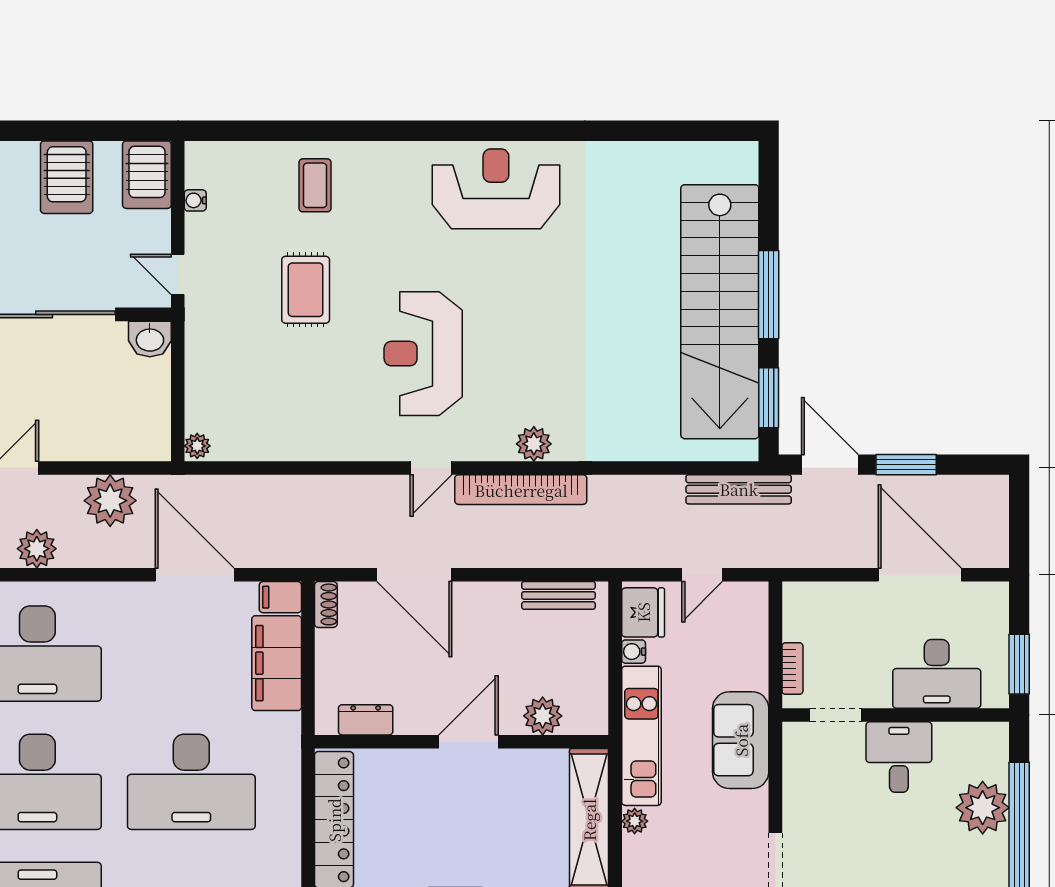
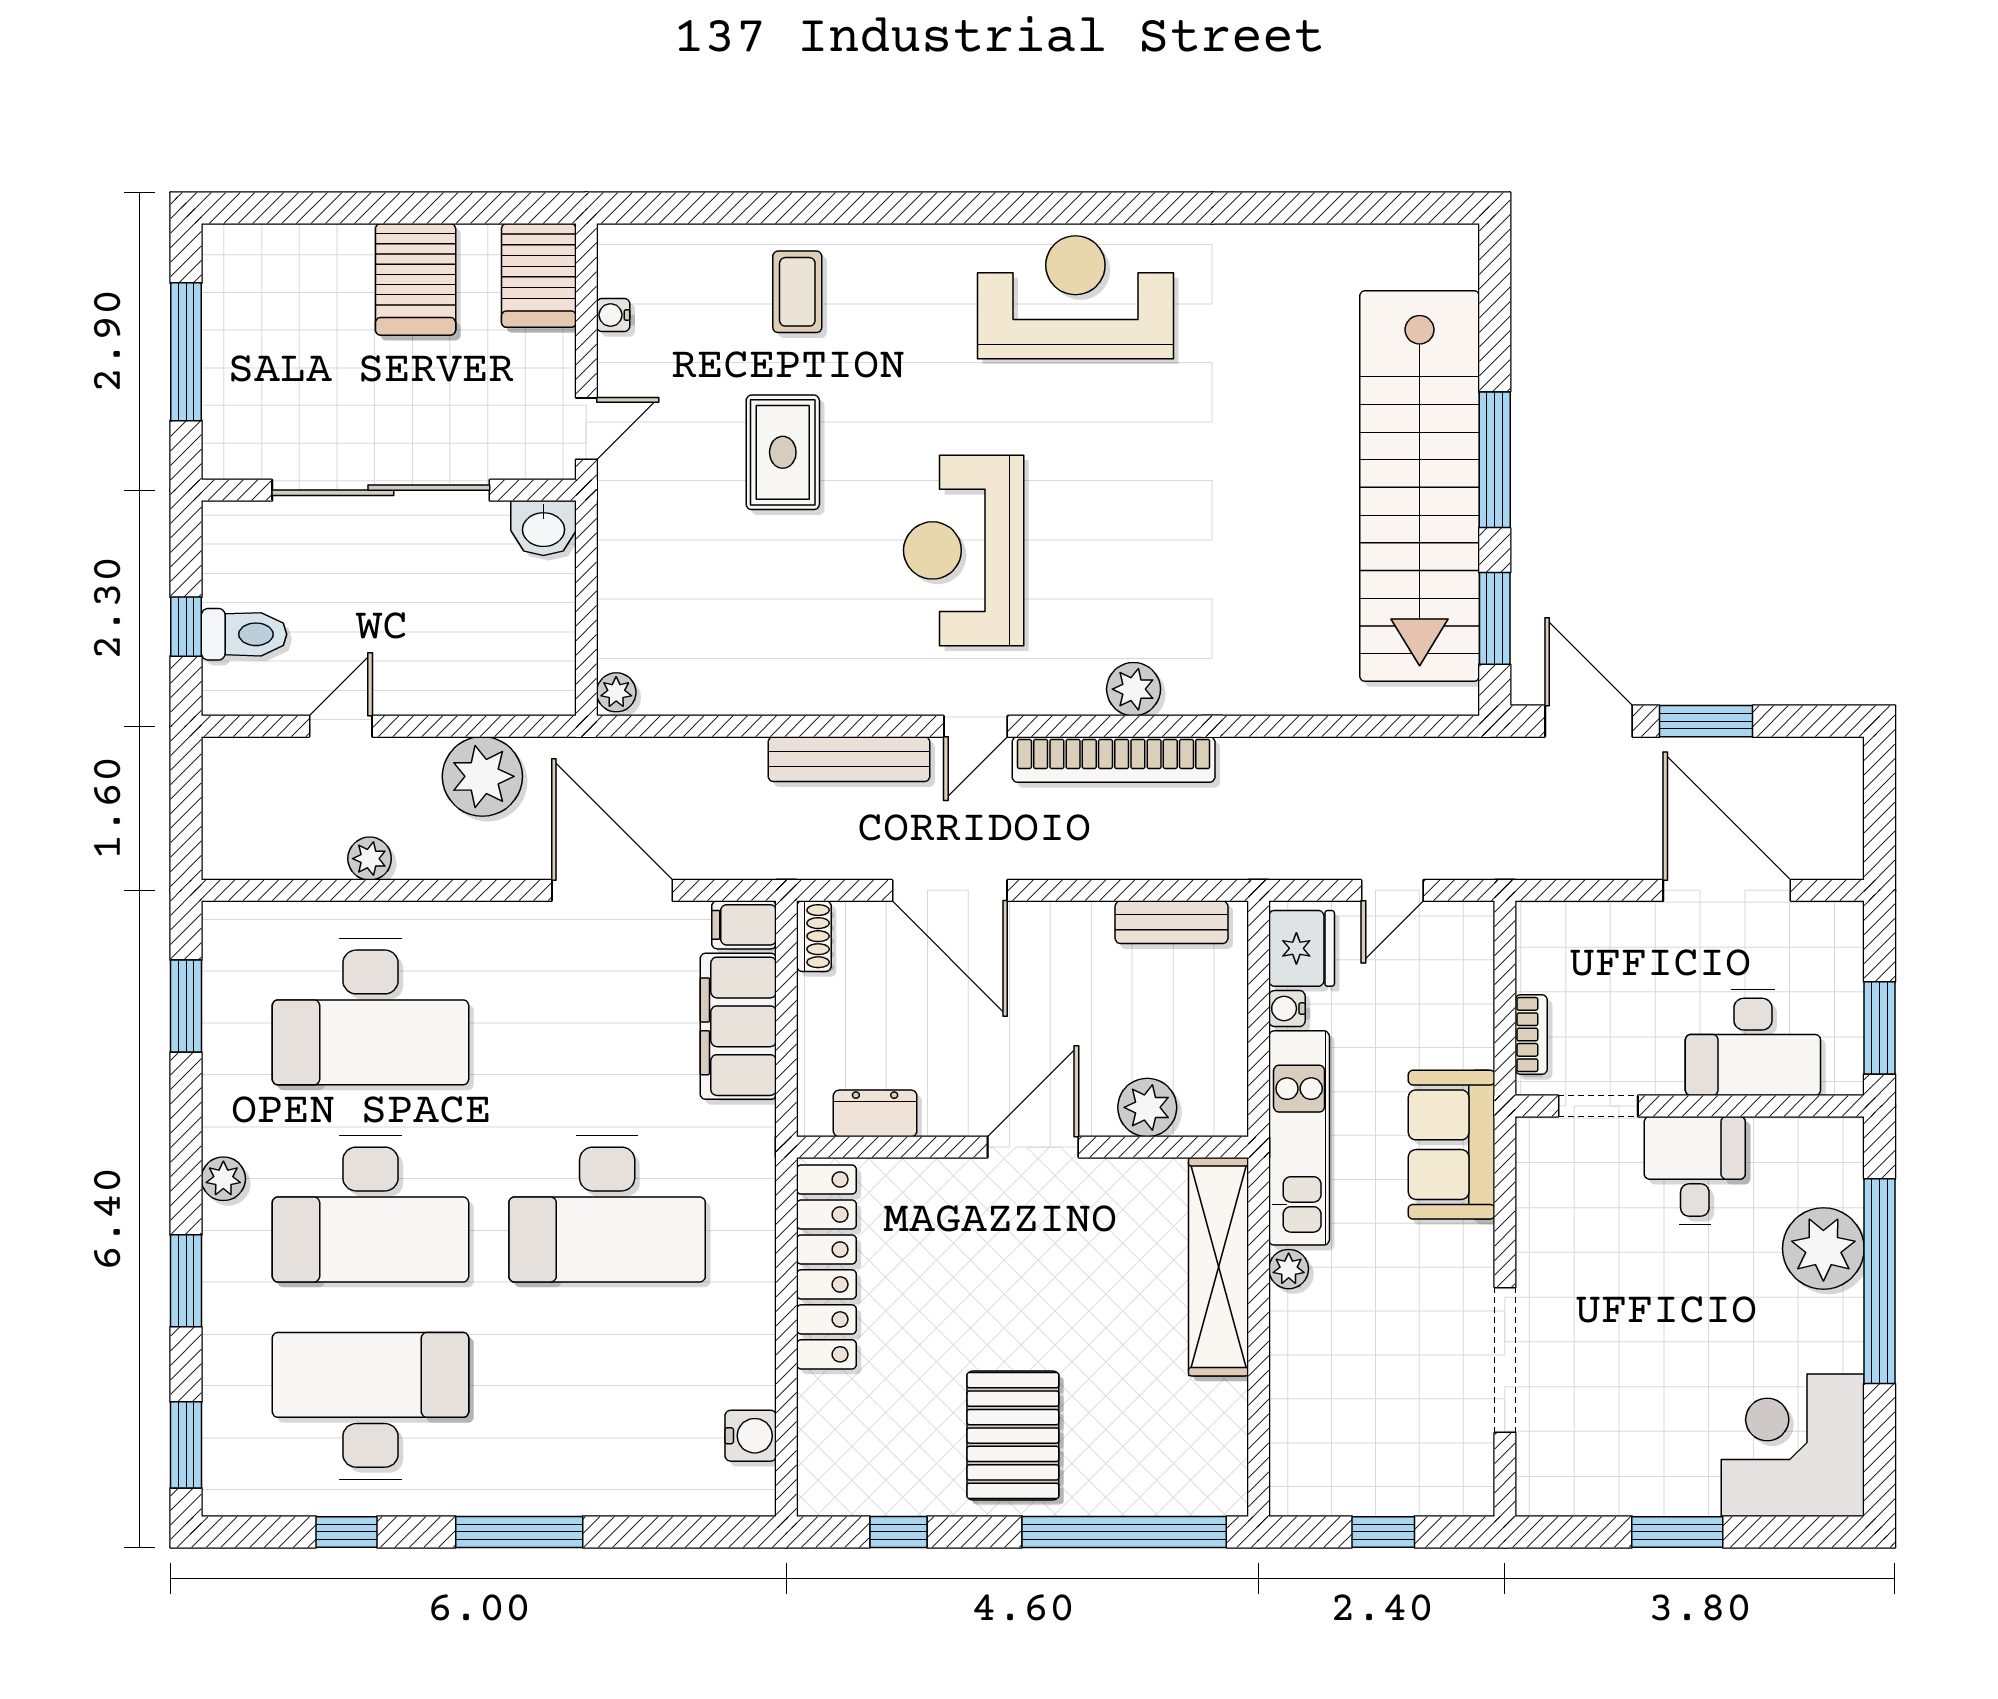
door: (178, 274) -> (586, 429), swing flipped
bench: (739, 489) -> (849, 759), moved
plant: (37, 549) -> (370, 859), width x0.73, depth x0.73

